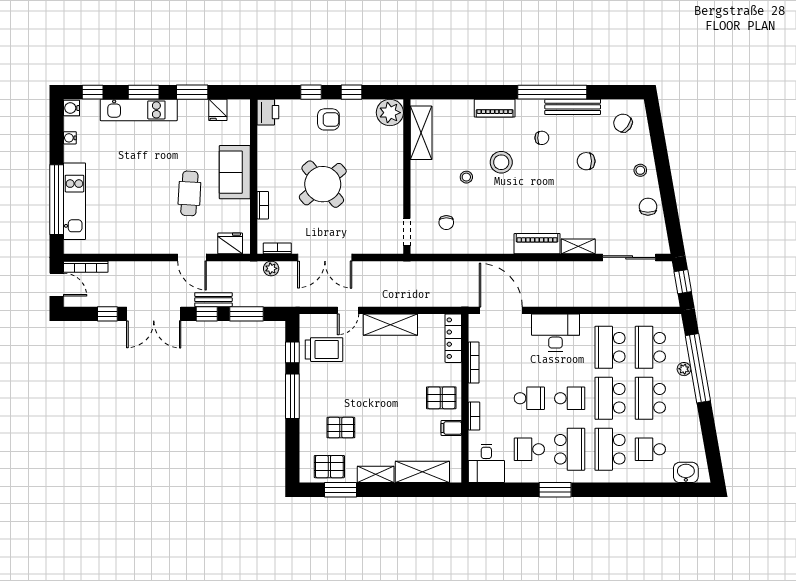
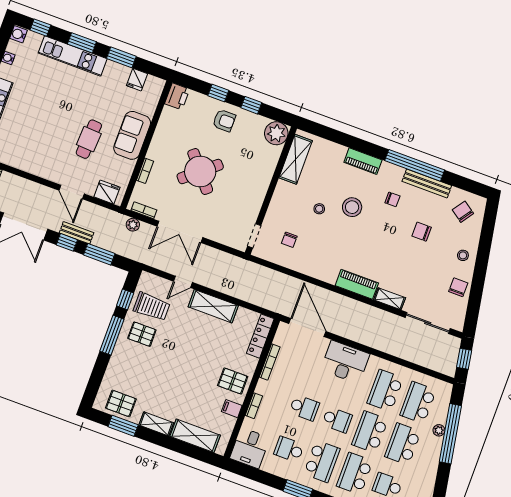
pallet: (341, 428) -> (142, 334), moved

